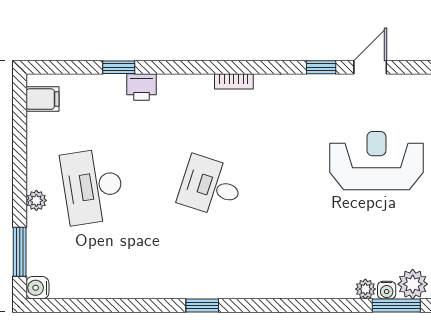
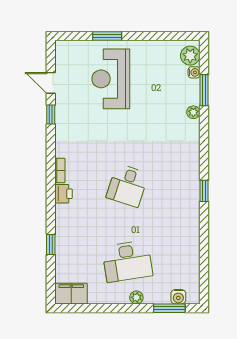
printer: (142, 87) -> (63, 194), moved
filing cabinet: (42, 99) -> (71, 294), width x2.00
water cooler: (37, 288) -> (178, 297), moved
plant: (365, 289) -> (193, 112), moved
window: (396, 306) -> (204, 90), moved

